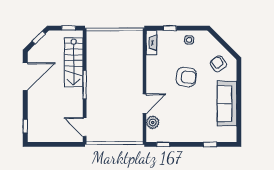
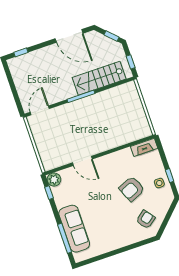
window: (170, 28) -> (170, 176), moved
armchair: (186, 77) -> (132, 189), moved, turned 60
sofa: (227, 104) -> (74, 229), moved, turned 90
plant: (153, 122) -> (54, 180), moved
window: (210, 144) -> (65, 238), width x2.17

